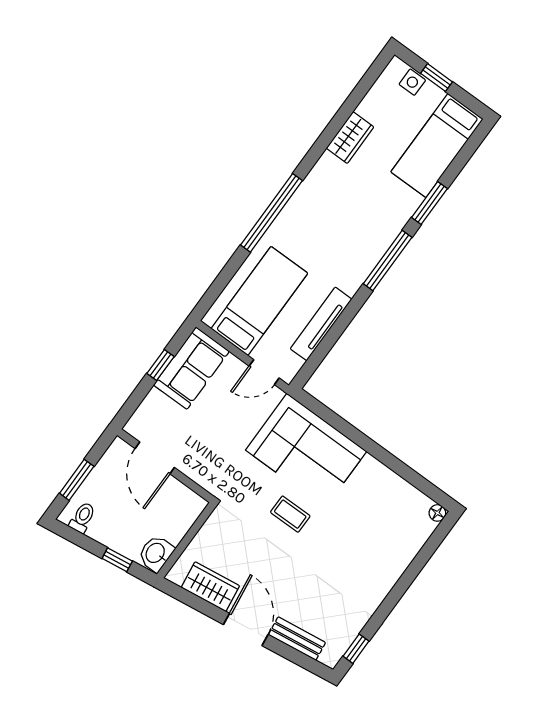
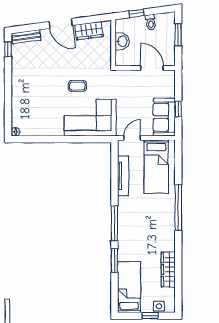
wardrobe: (350, 138) -> (168, 270), width x1.50
toilet: (82, 518) -> (151, 22), moved
washbasin: (156, 553) -> (122, 41), moved
bench: (297, 639) -> (26, 37), moved

